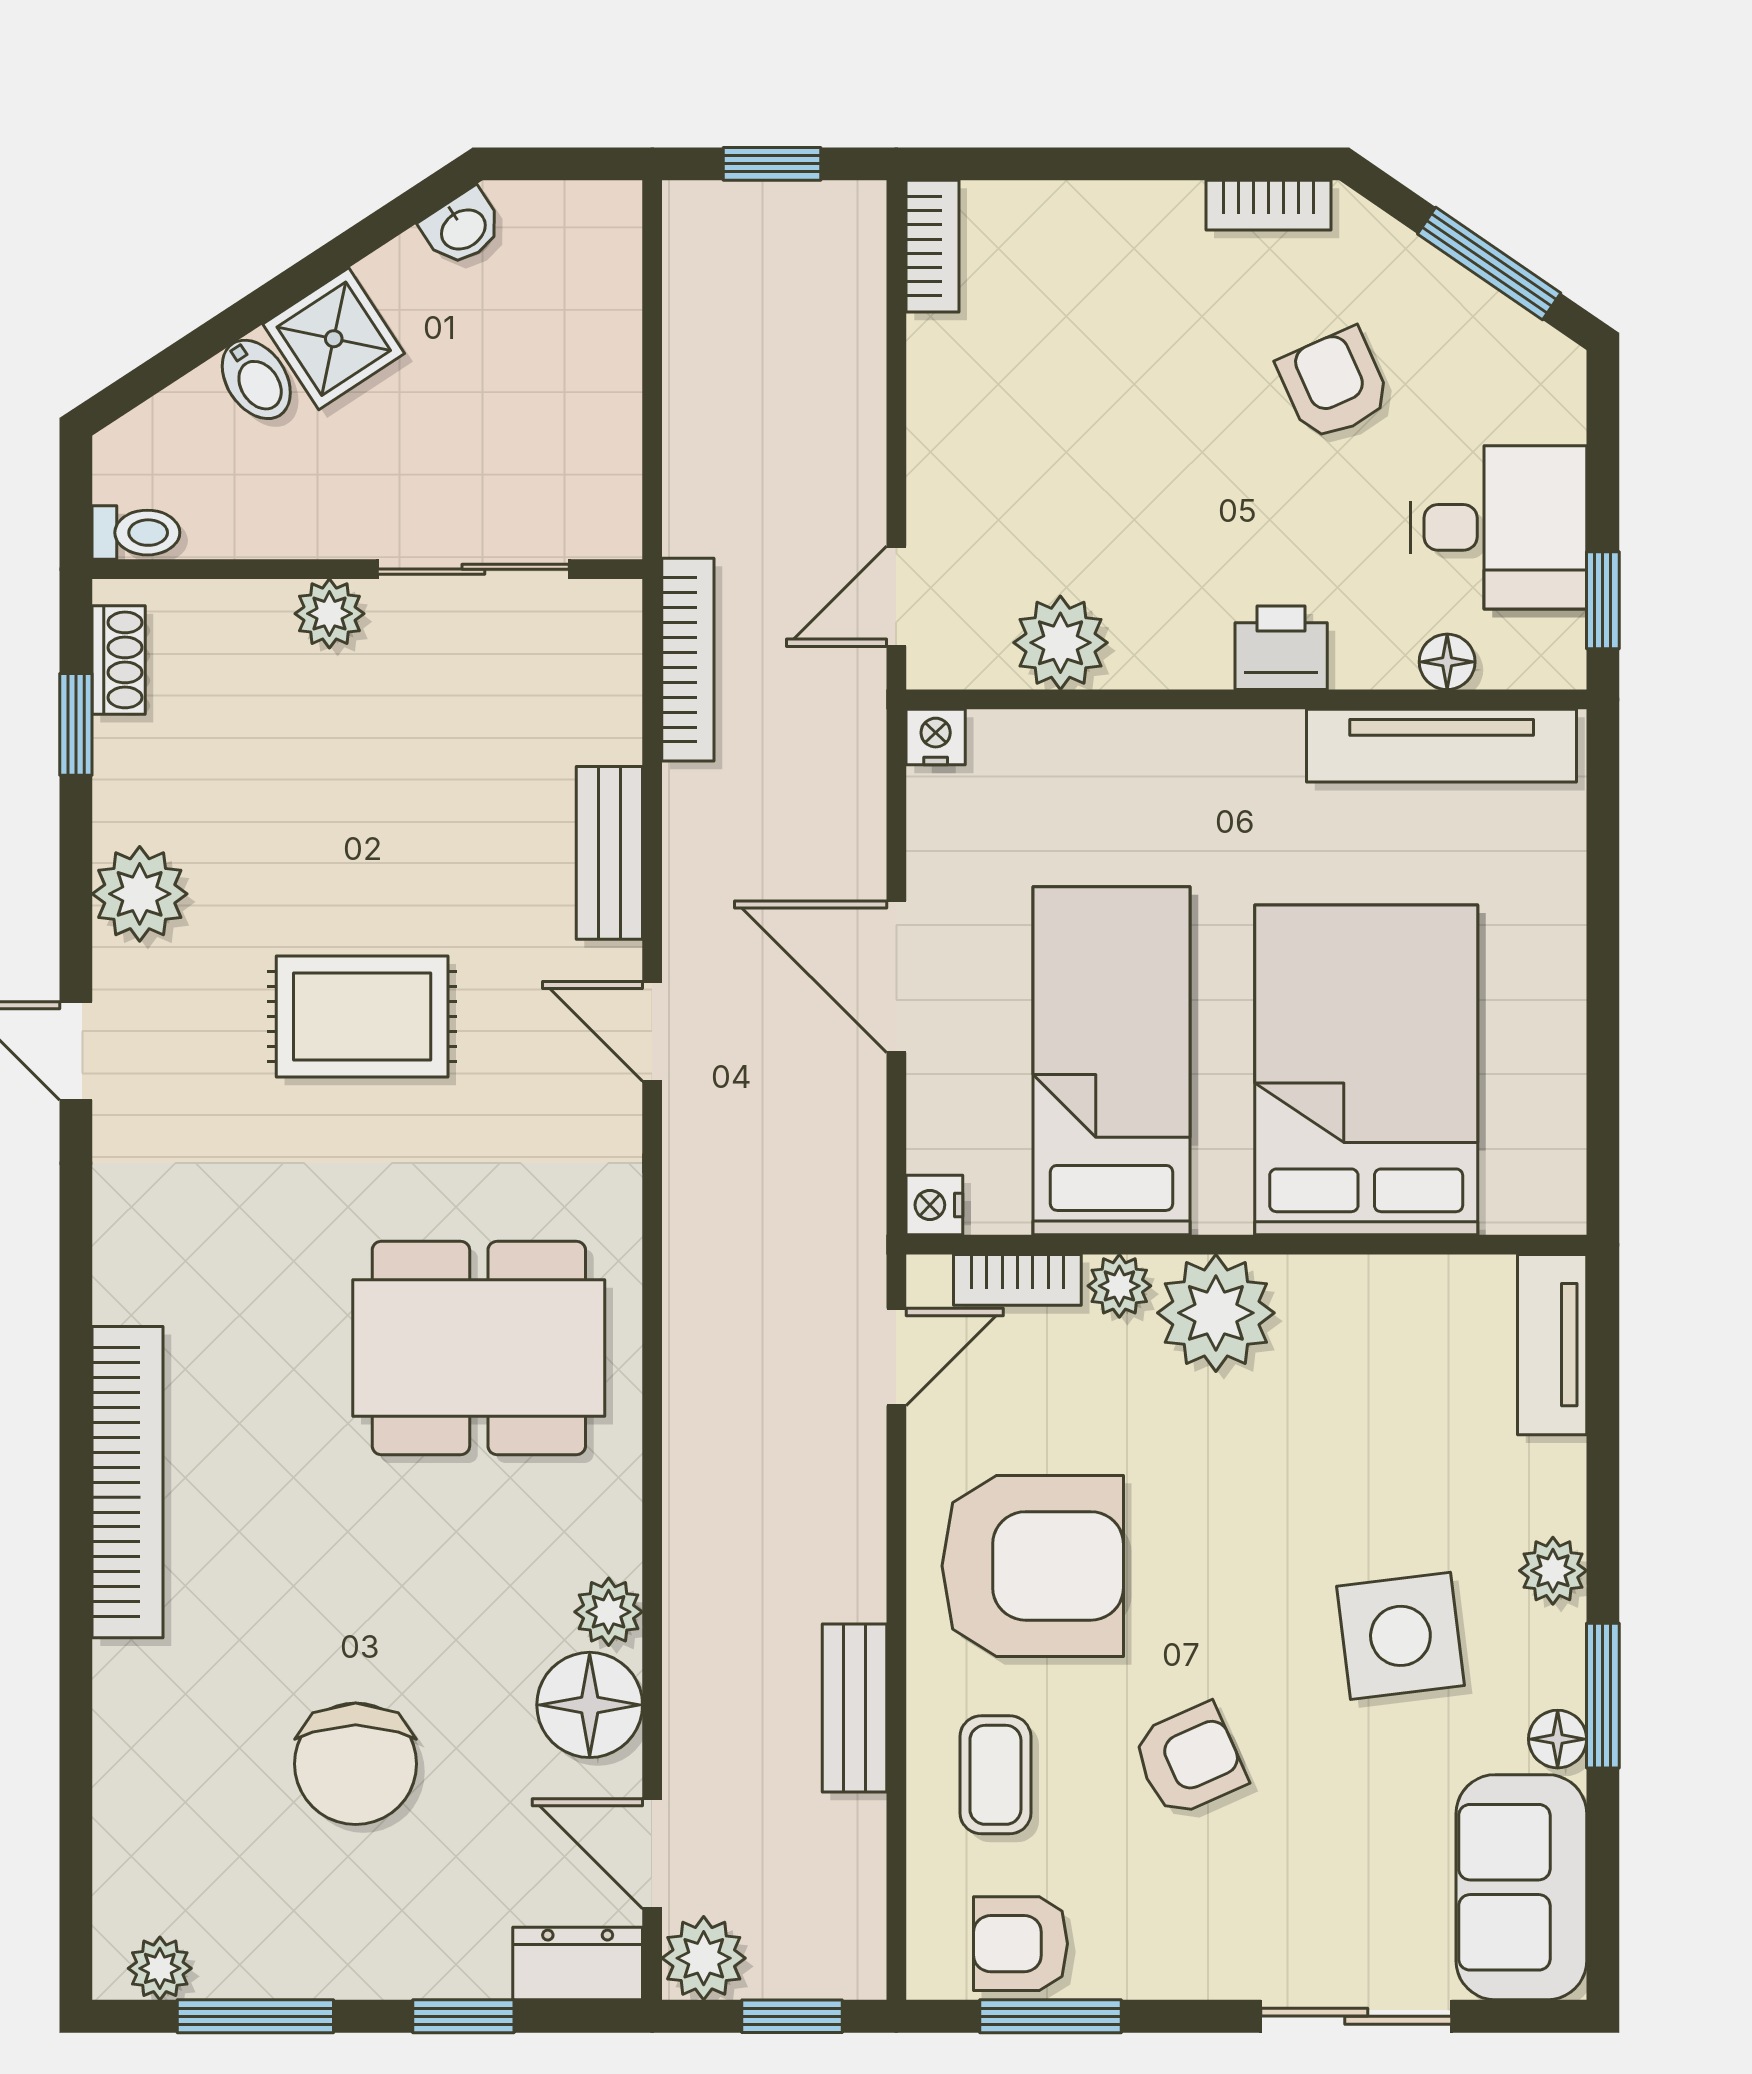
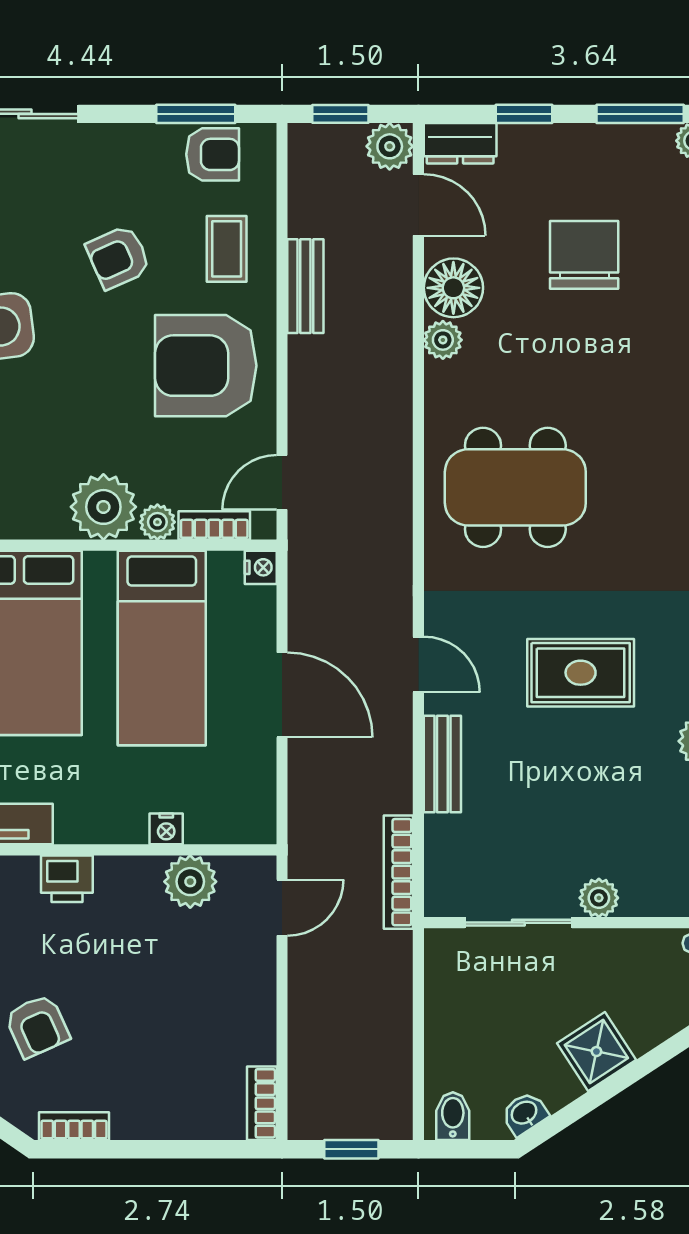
bidet: (256, 379) -> (453, 1116), moved, turned 33
nightstand: (936, 737) -> (166, 829), moved

